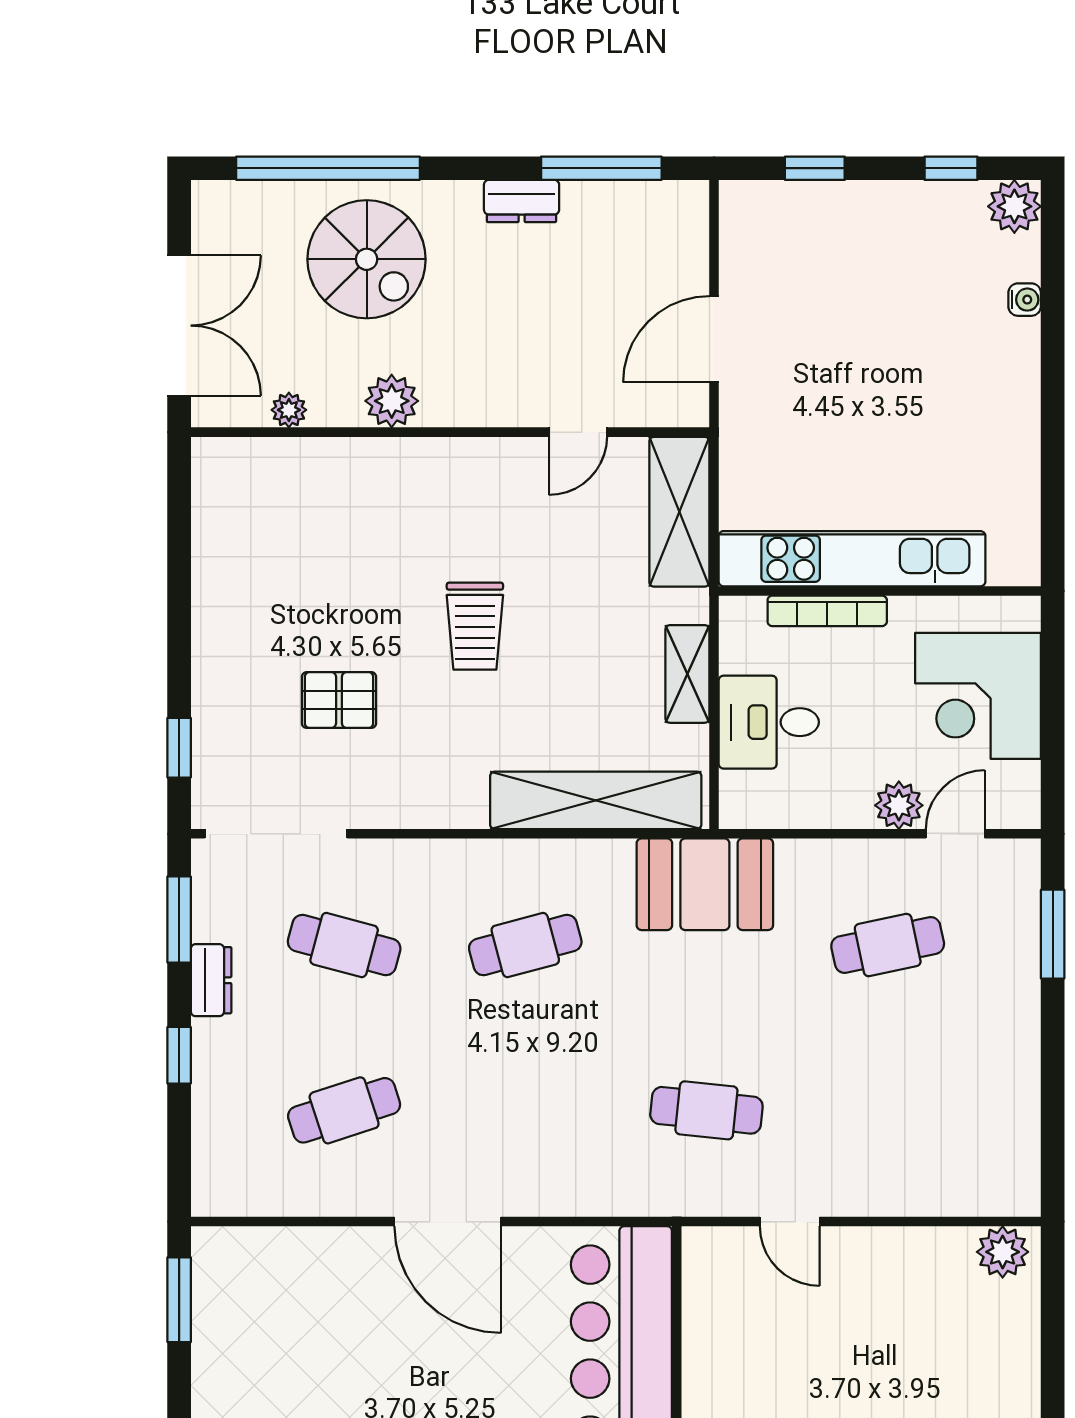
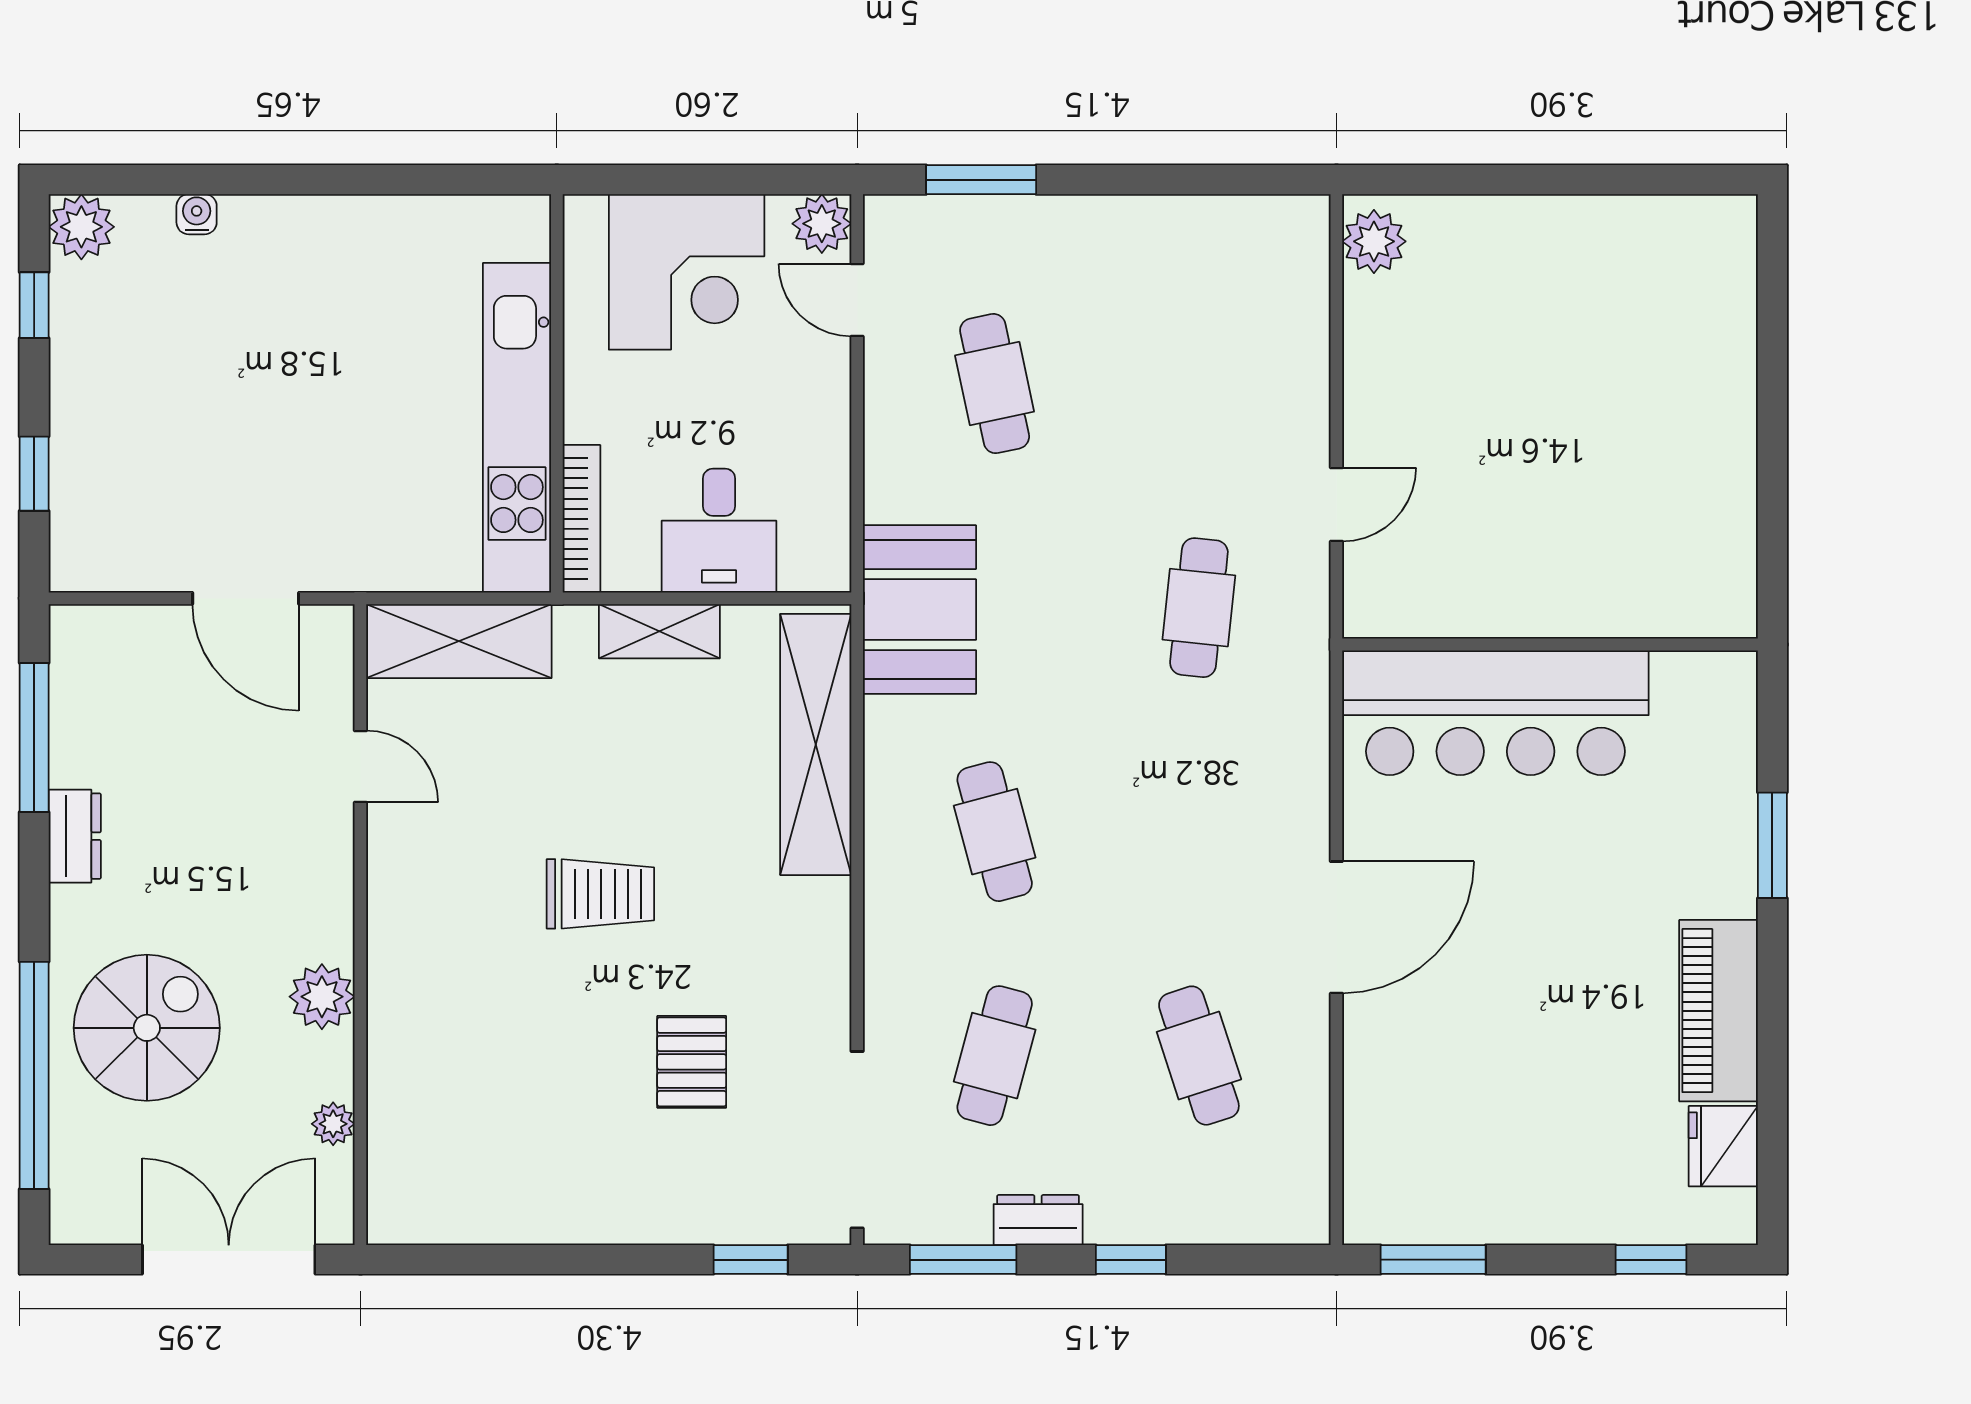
bookcase: (827, 611) -> (581, 519), moved
plant: (899, 805) -> (822, 224), moved

